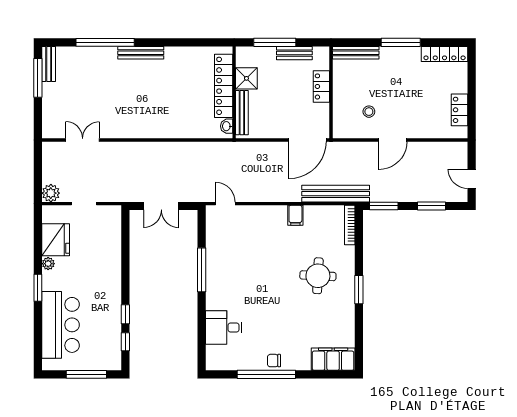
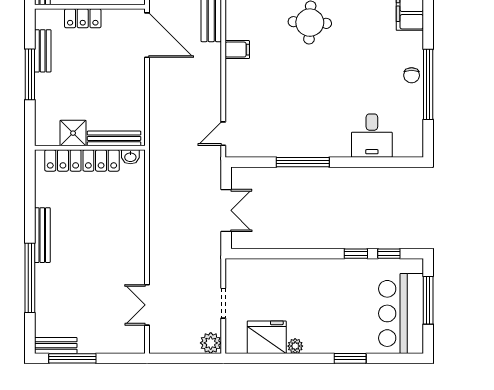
shower: (246, 78) -> (73, 133), moved
locker: (224, 86) -> (82, 160), moved
wall: (234, 92) -> (90, 148), moved
bench: (242, 113) -> (114, 138), moved
washbasin: (227, 126) -> (130, 157), moved
window: (38, 288) -> (350, 358), moved
bar counter: (61, 325) -> (401, 313), moved, turned -90

